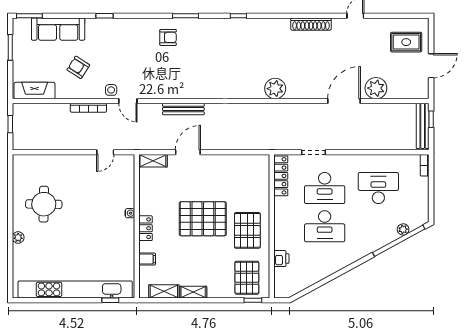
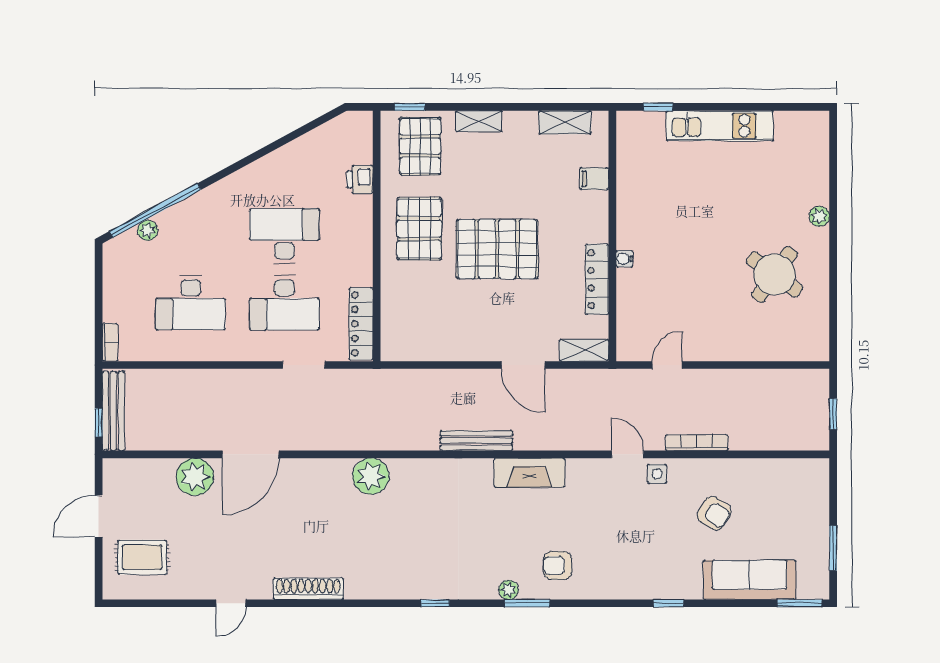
plant: (196, 23) -> (509, 590), added
fireplace: (35, 91) -> (530, 473), moved
bench: (183, 109) -> (476, 441), moved
door: (188, 152) -> (523, 365), hinge flipped
desk: (325, 188) -> (284, 303), turned 180
round table: (44, 204) -> (775, 274), turned 35
locker: (146, 228) -> (597, 279), moved, width x1.53
kitchen unit: (75, 289) -> (720, 126), width x0.54
shelving: (193, 292) -> (479, 121), moved

